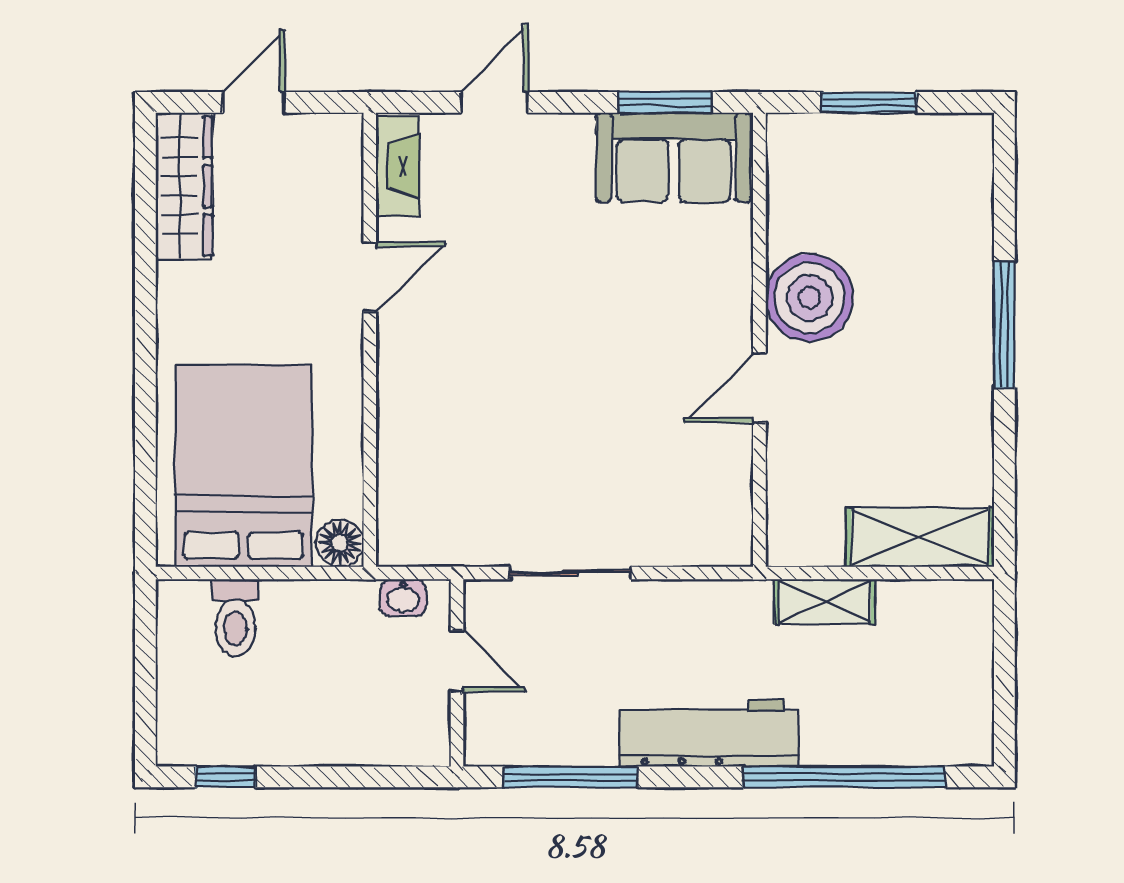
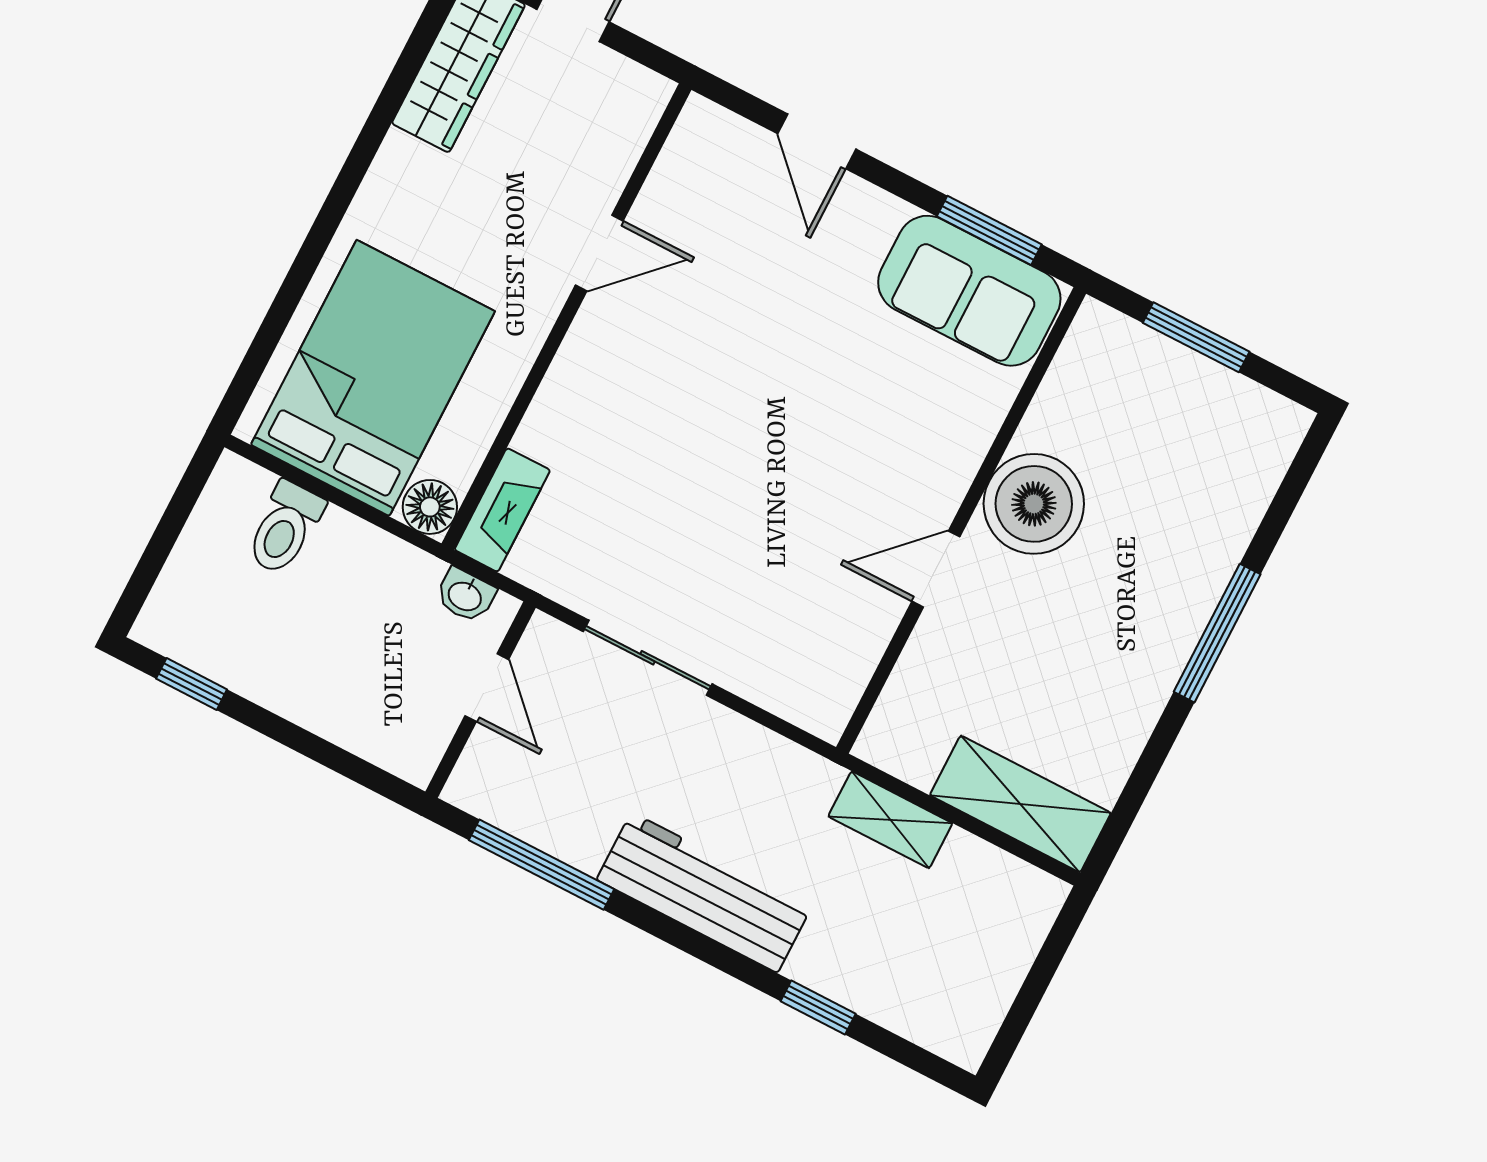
door: (494, 102) -> (817, 141), swing flipped
fireplace: (398, 166) -> (502, 510), moved
window: (844, 777) -> (818, 1007), width x0.32

